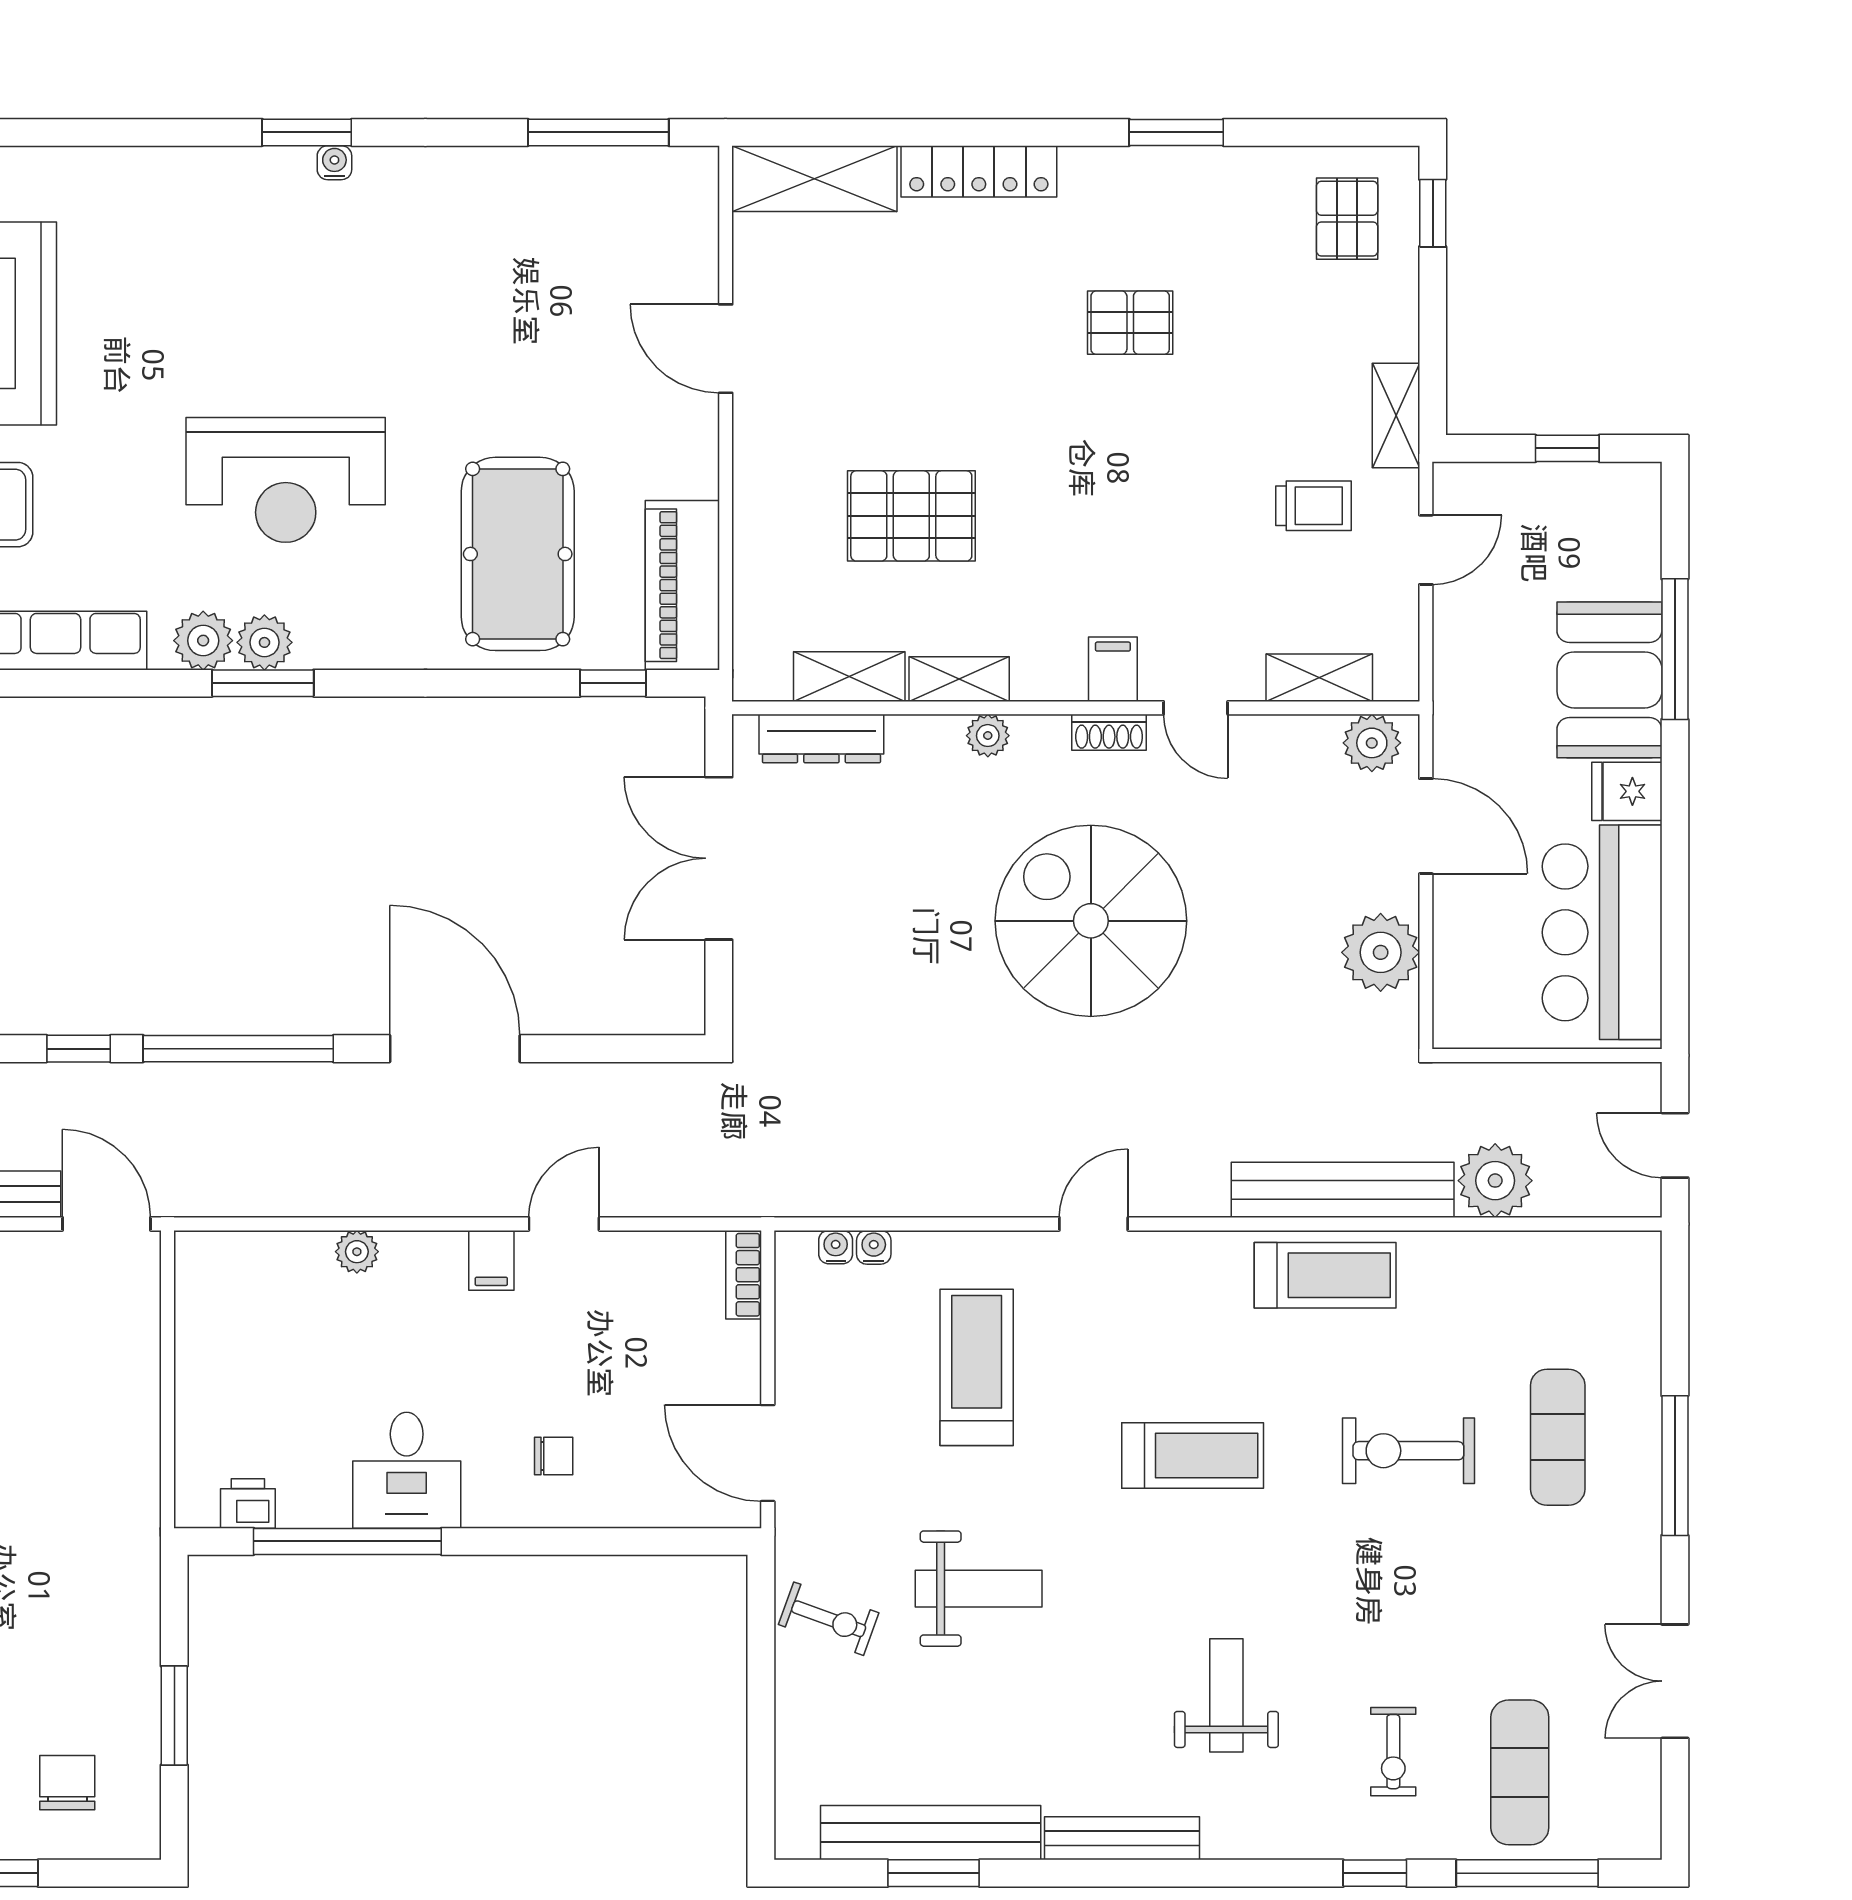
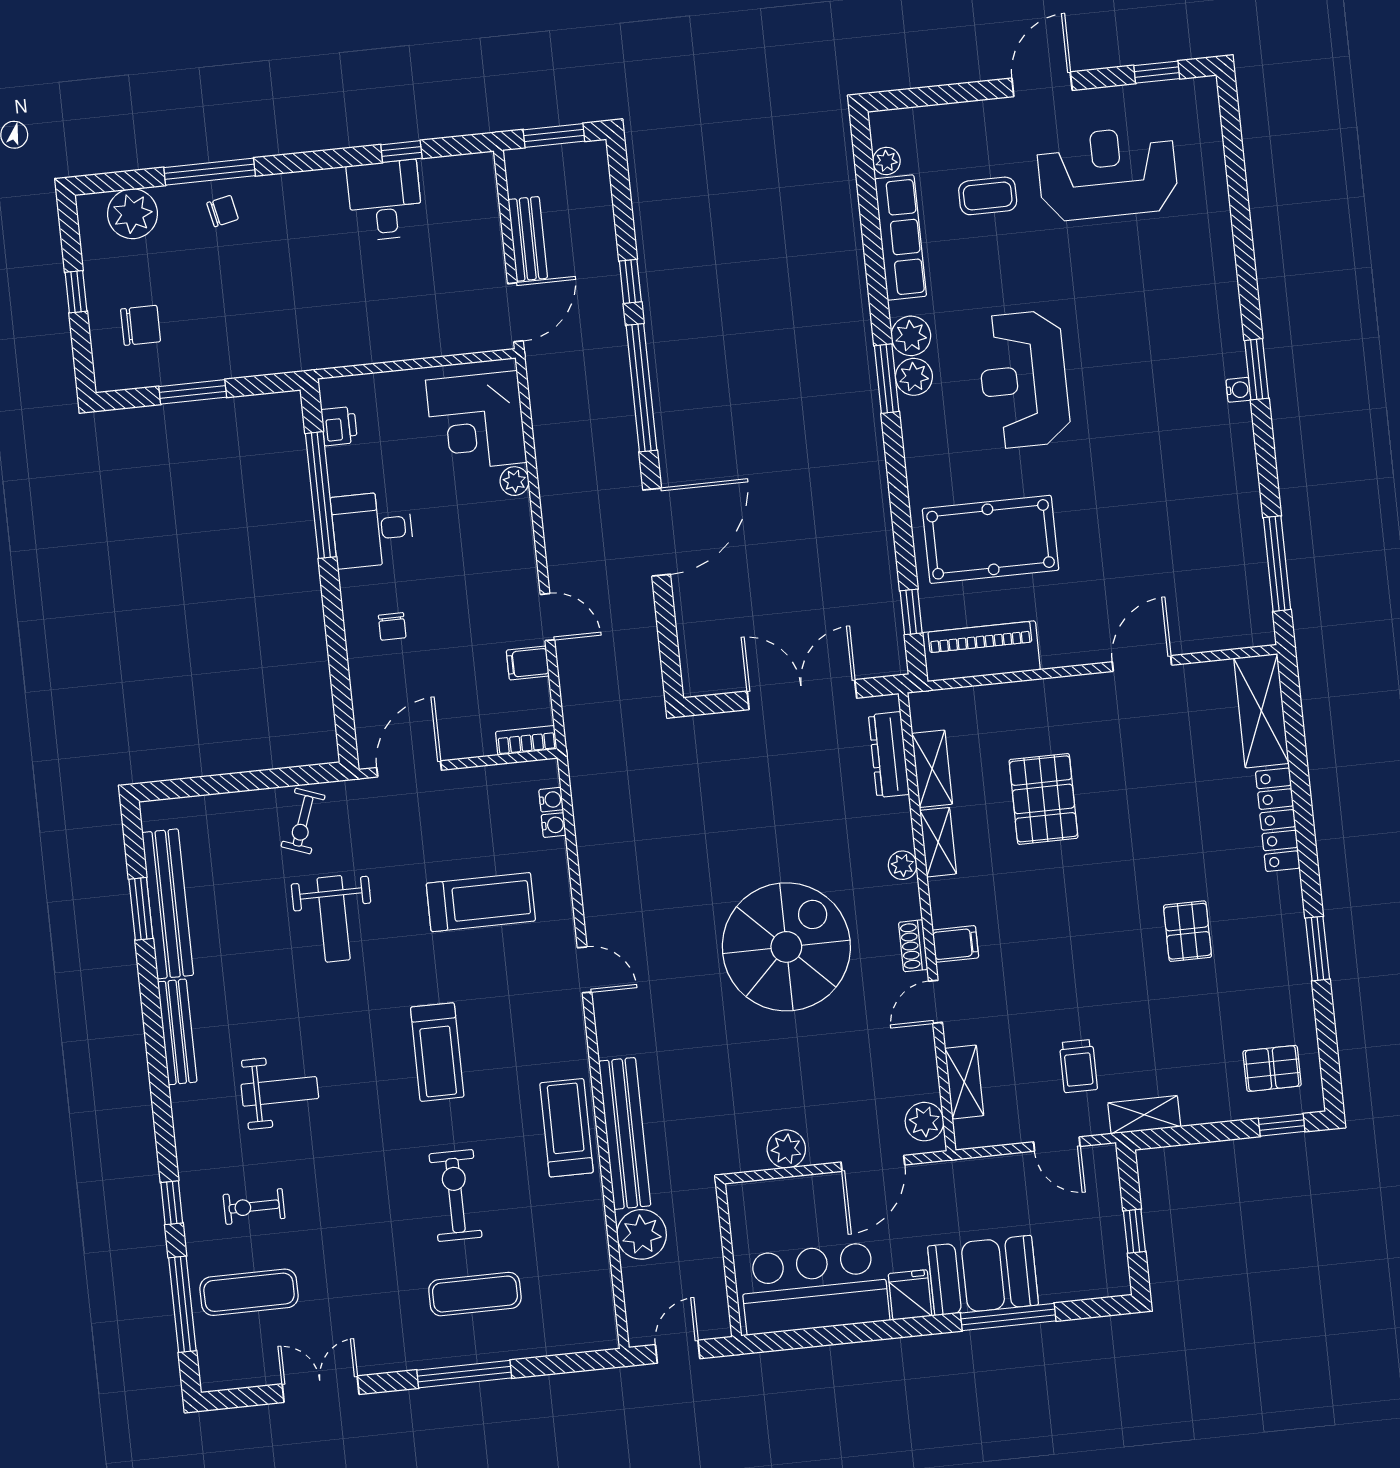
plant: (1381, 952) -> (786, 1149), width x0.73, depth x0.73
filing cabinet: (491, 1260) -> (528, 663), moved
treadmill: (1325, 1275) -> (567, 1128), turned 180
corner desk: (262, 1299) -> (476, 421), added

